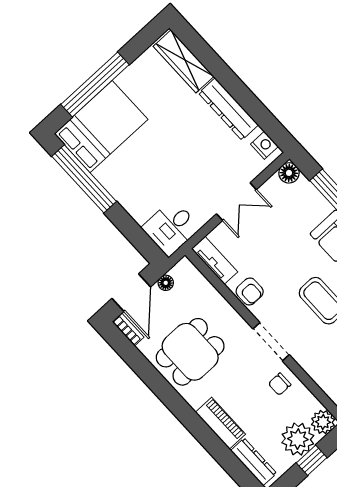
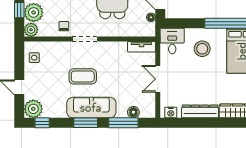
floor lamp: (289, 173) -> (133, 112), moved
stool: (146, 180) -> (202, 49), added
armchair: (250, 292) -> (115, 49), removed

